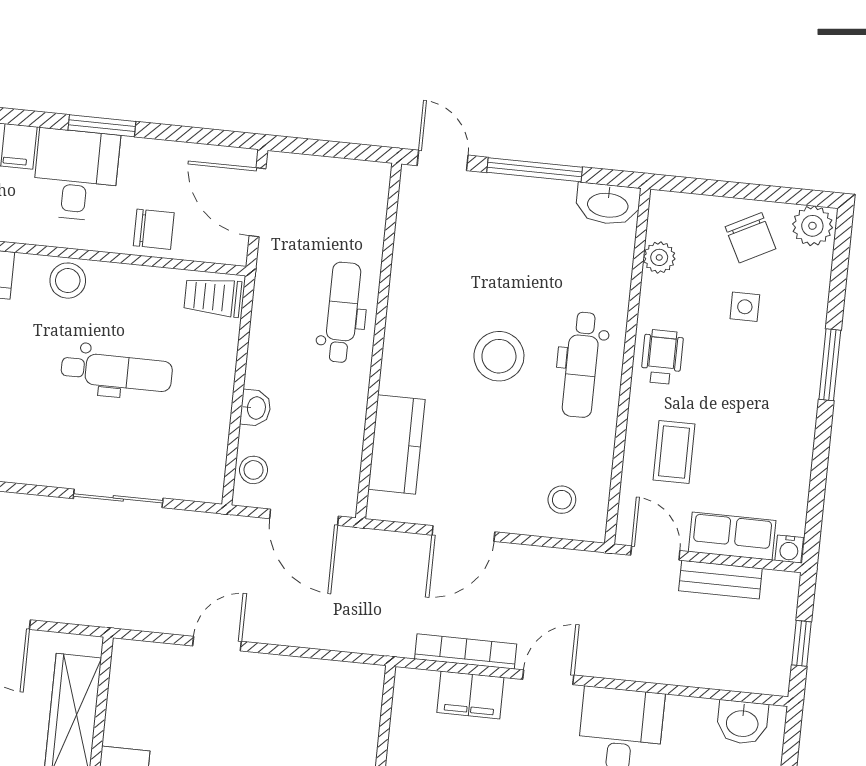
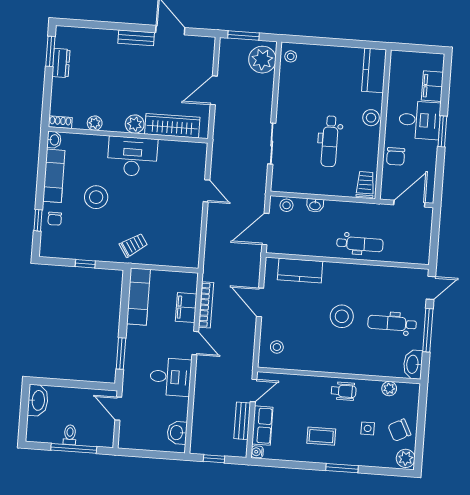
dental chair: (581, 365) -> (392, 323), moved
coffee table: (674, 452) -> (321, 436), moved

